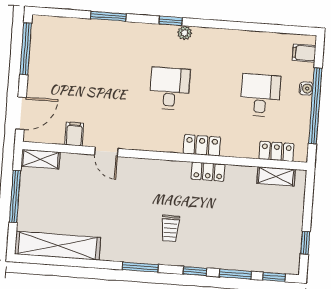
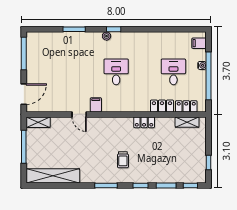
plant: (185, 33) -> (107, 36), moved
filing cabinet: (74, 134) -> (96, 105), moved
locker: (202, 145) -> (162, 106), moved

